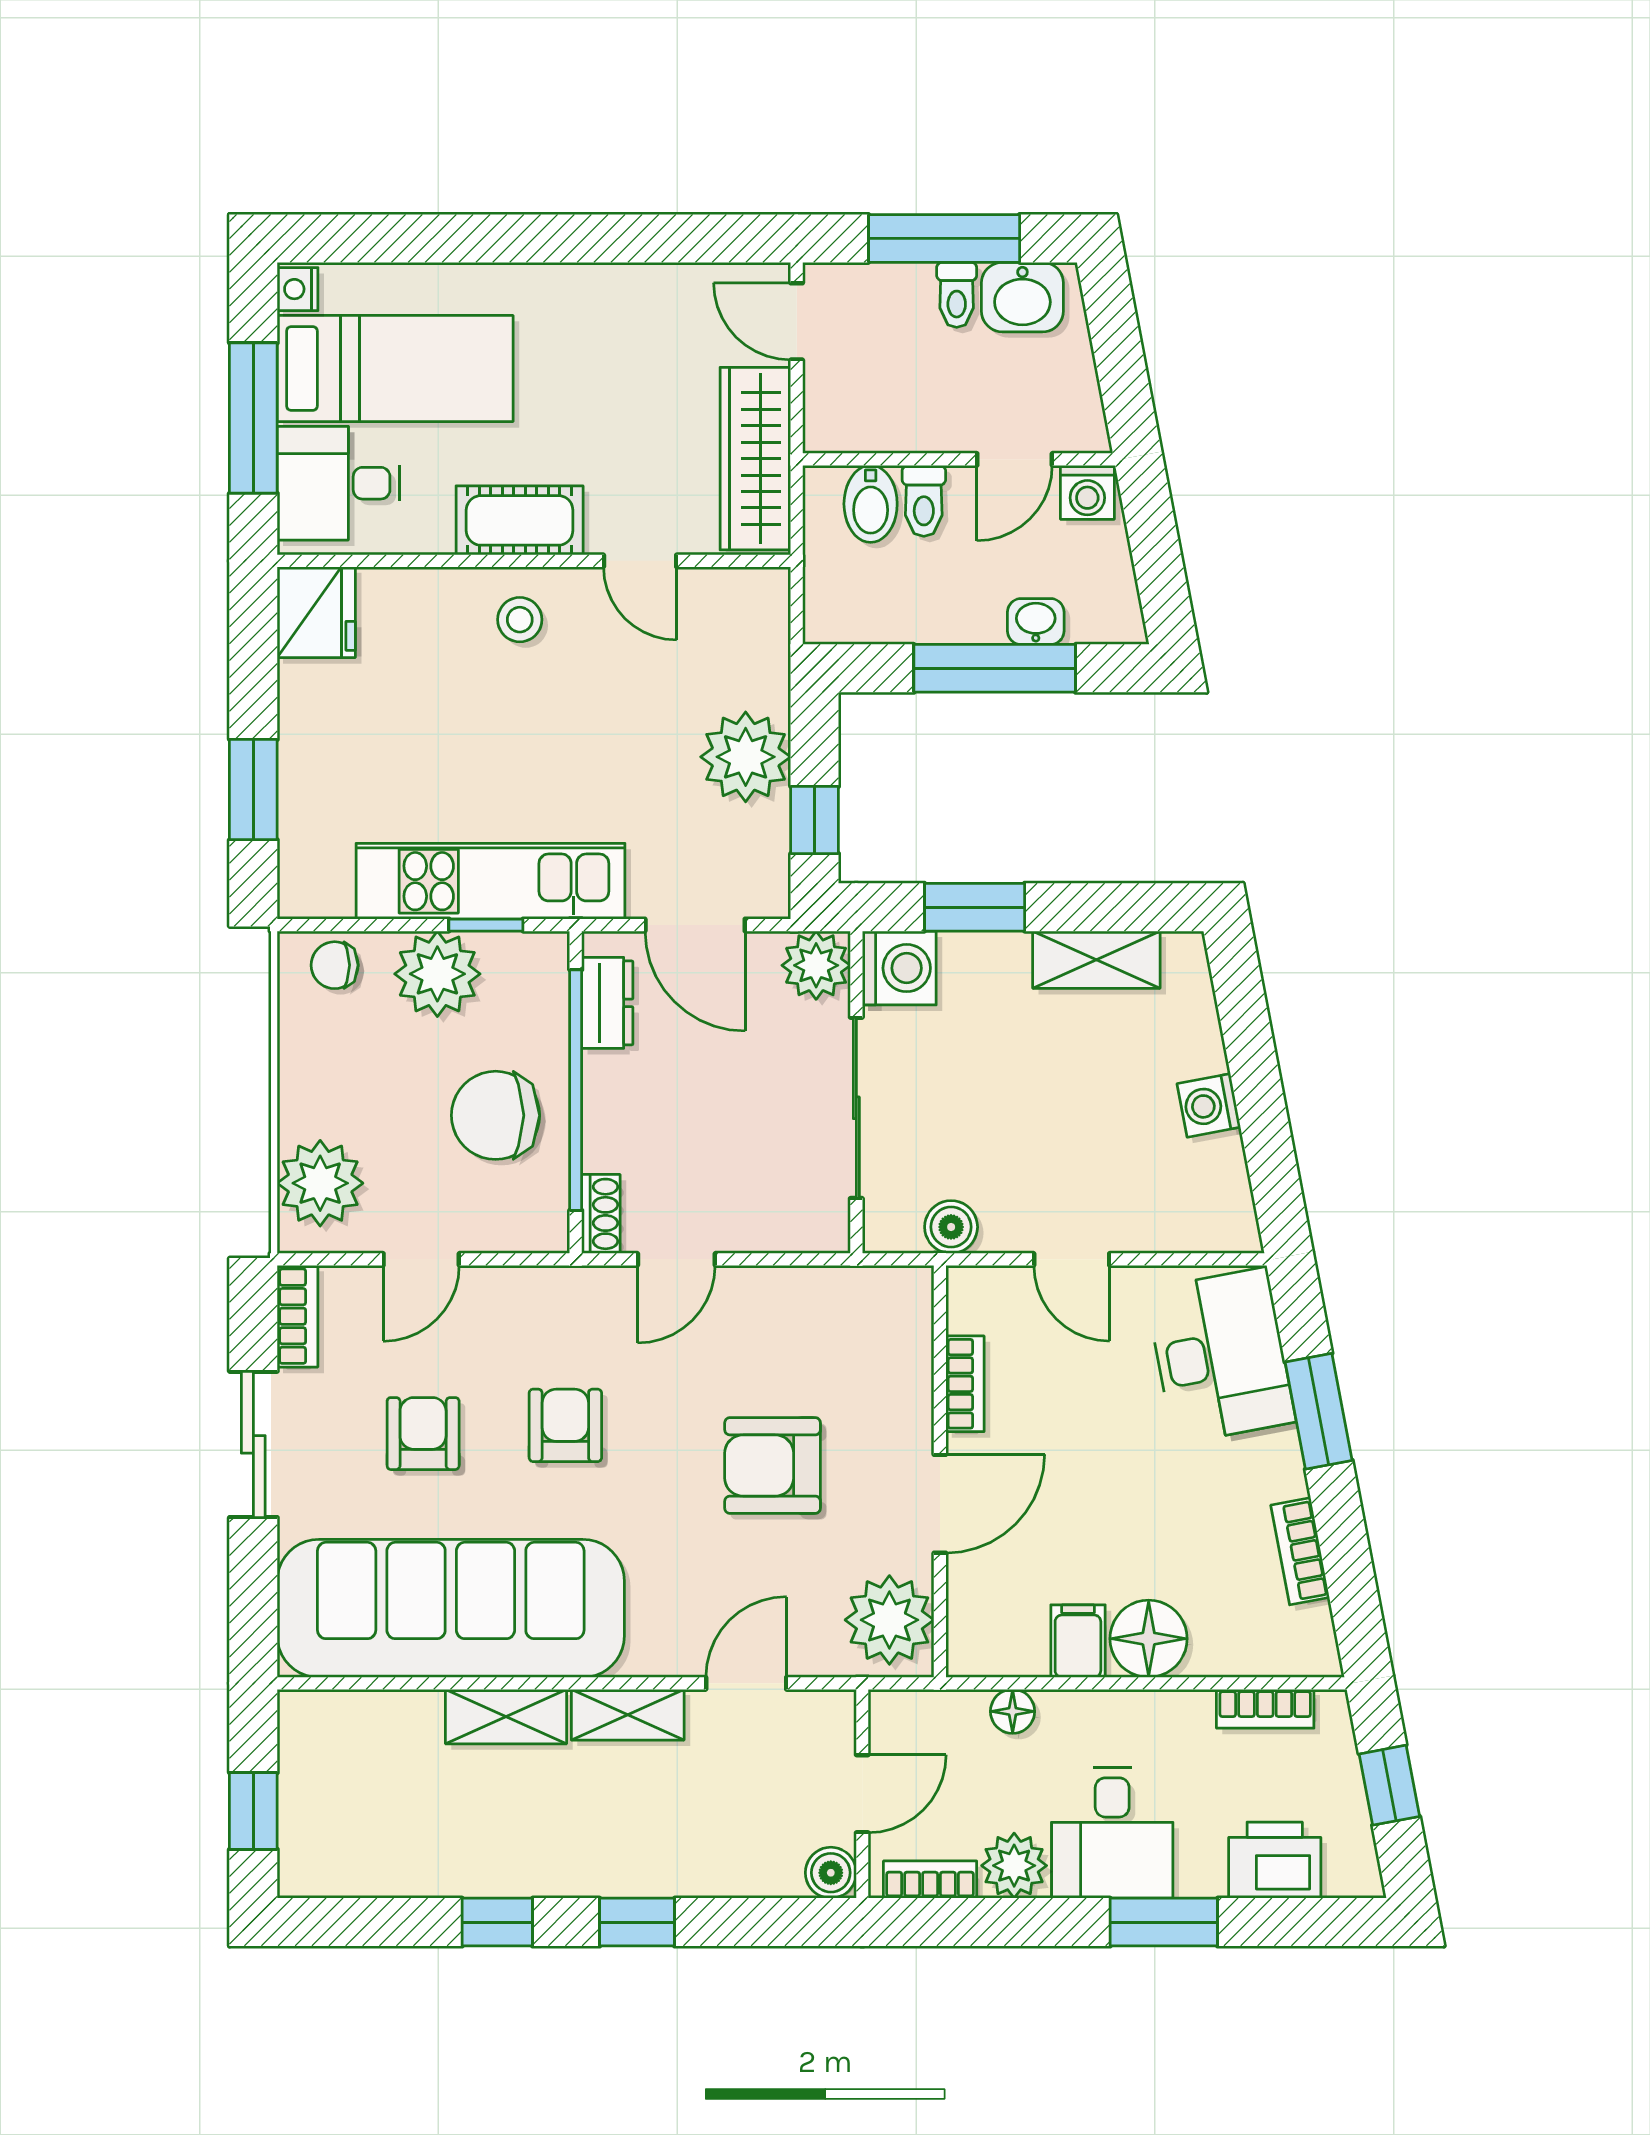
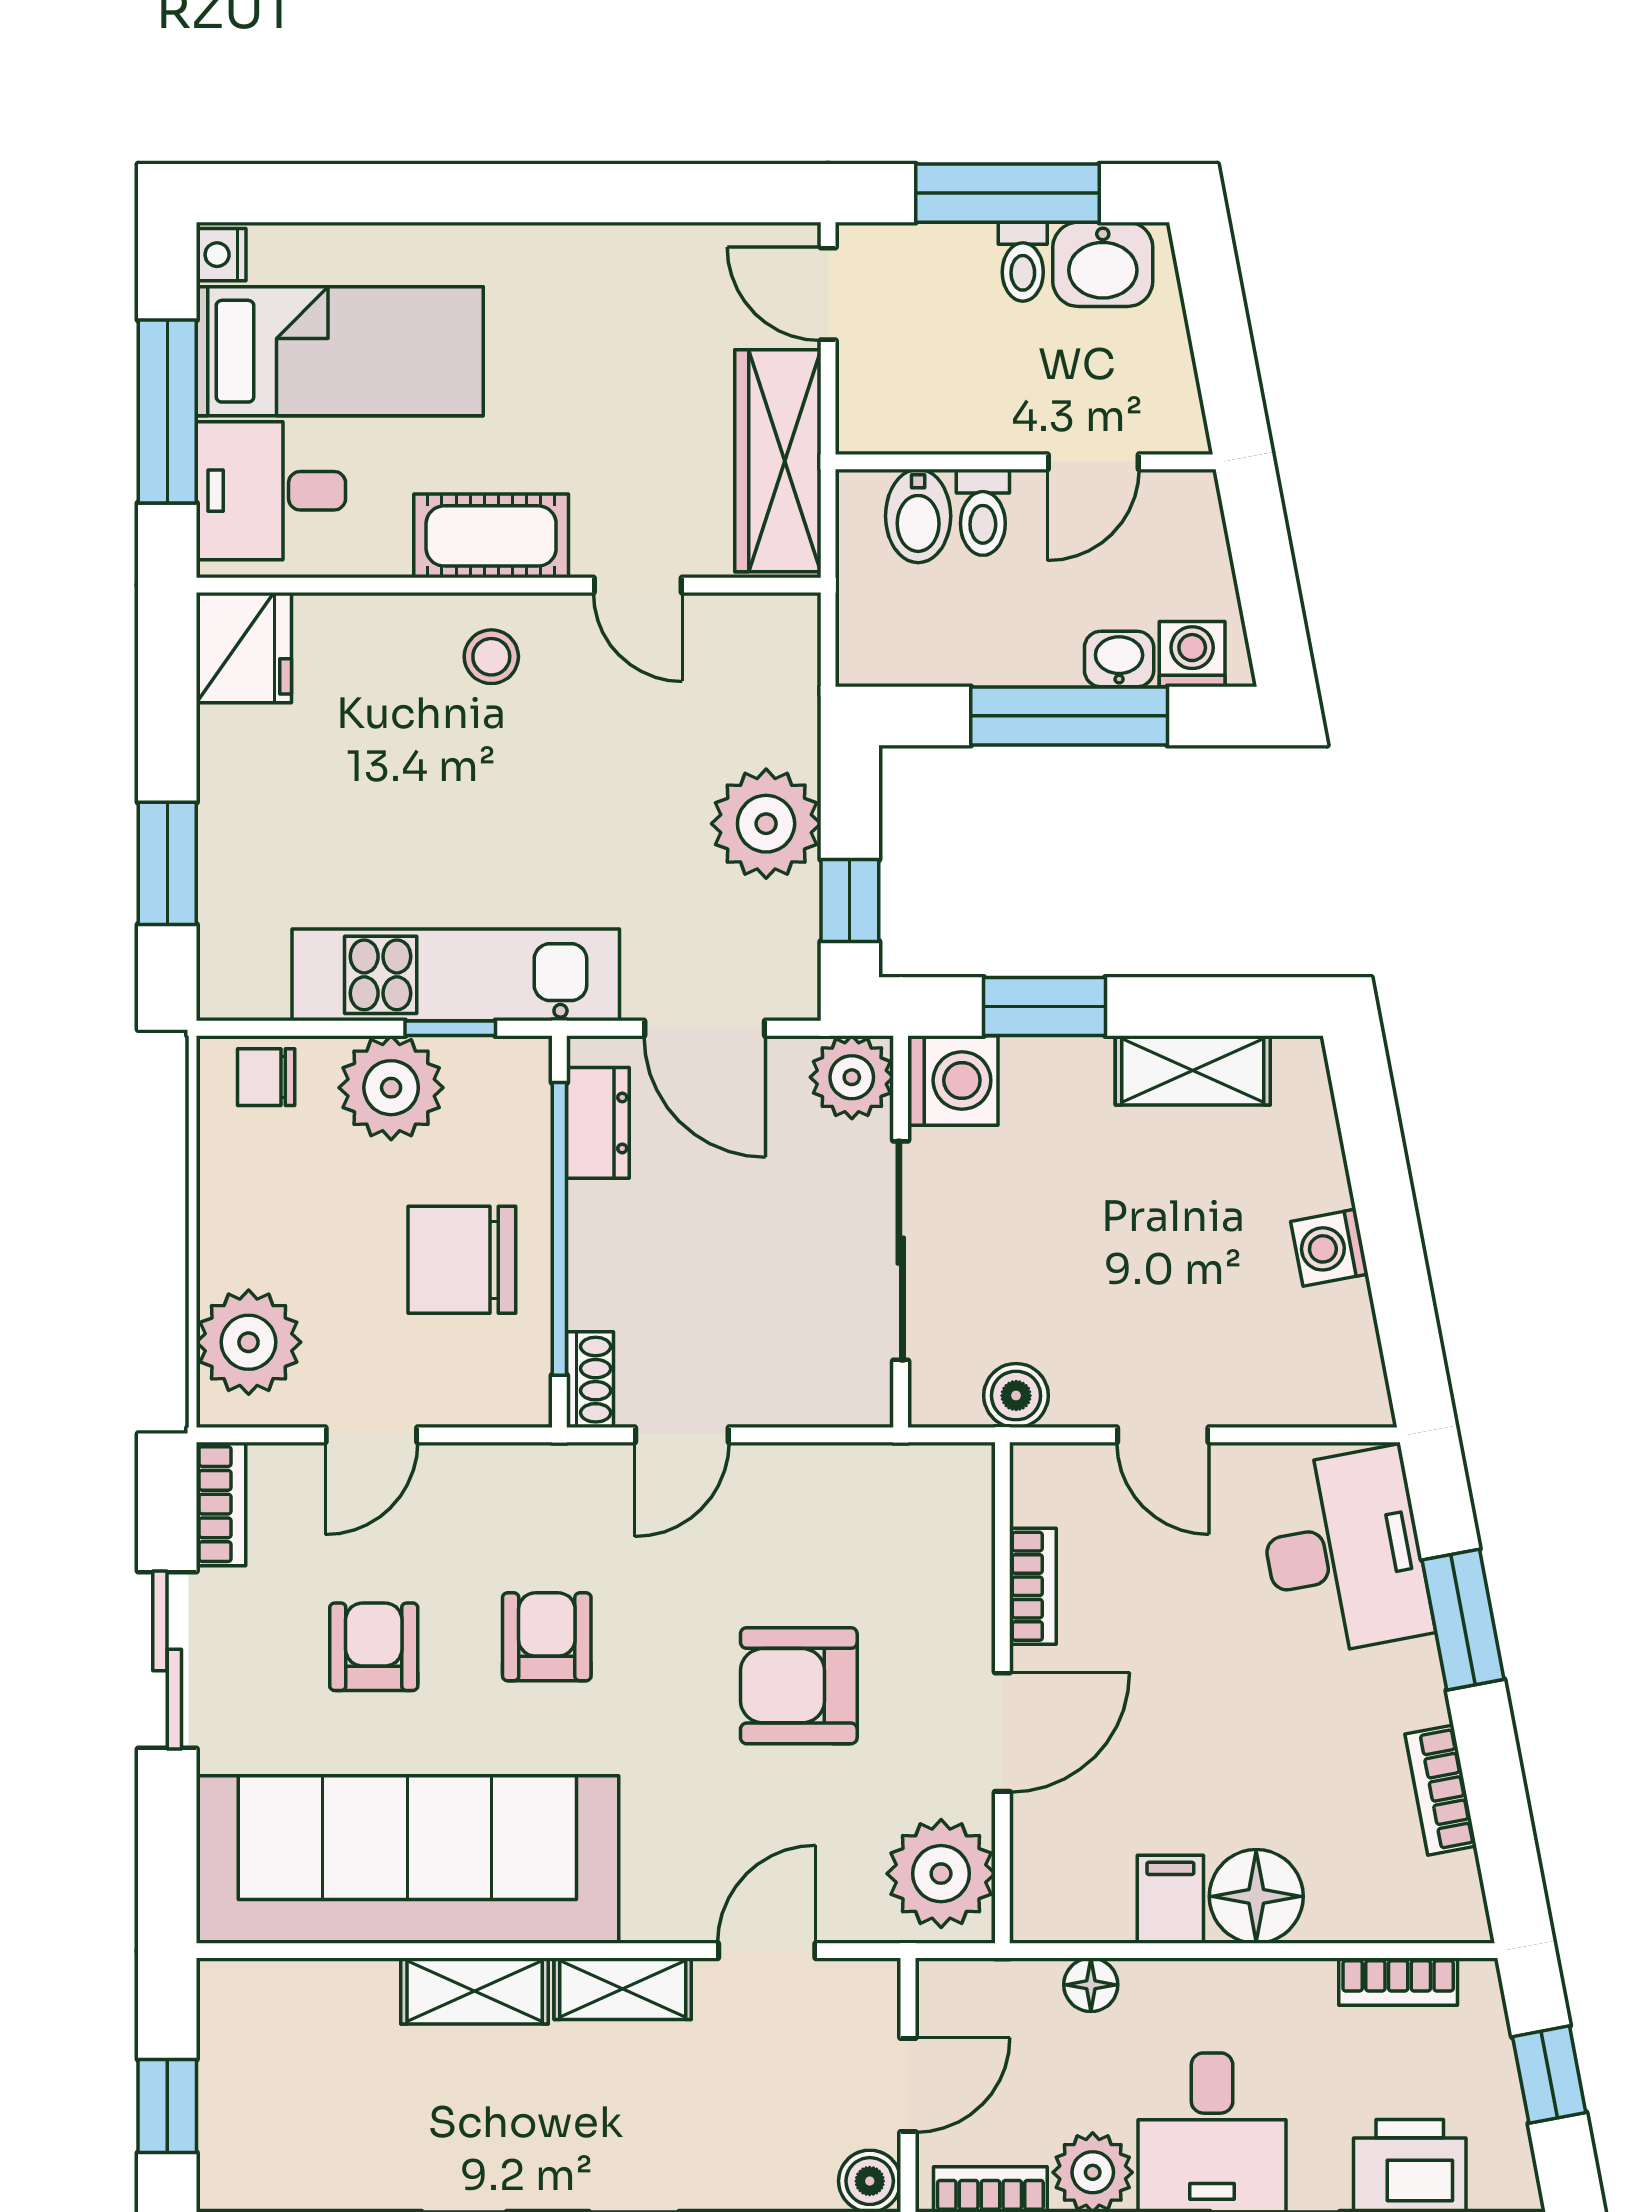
washing machine: (1087, 492) -> (1192, 654), moved, turned 180

